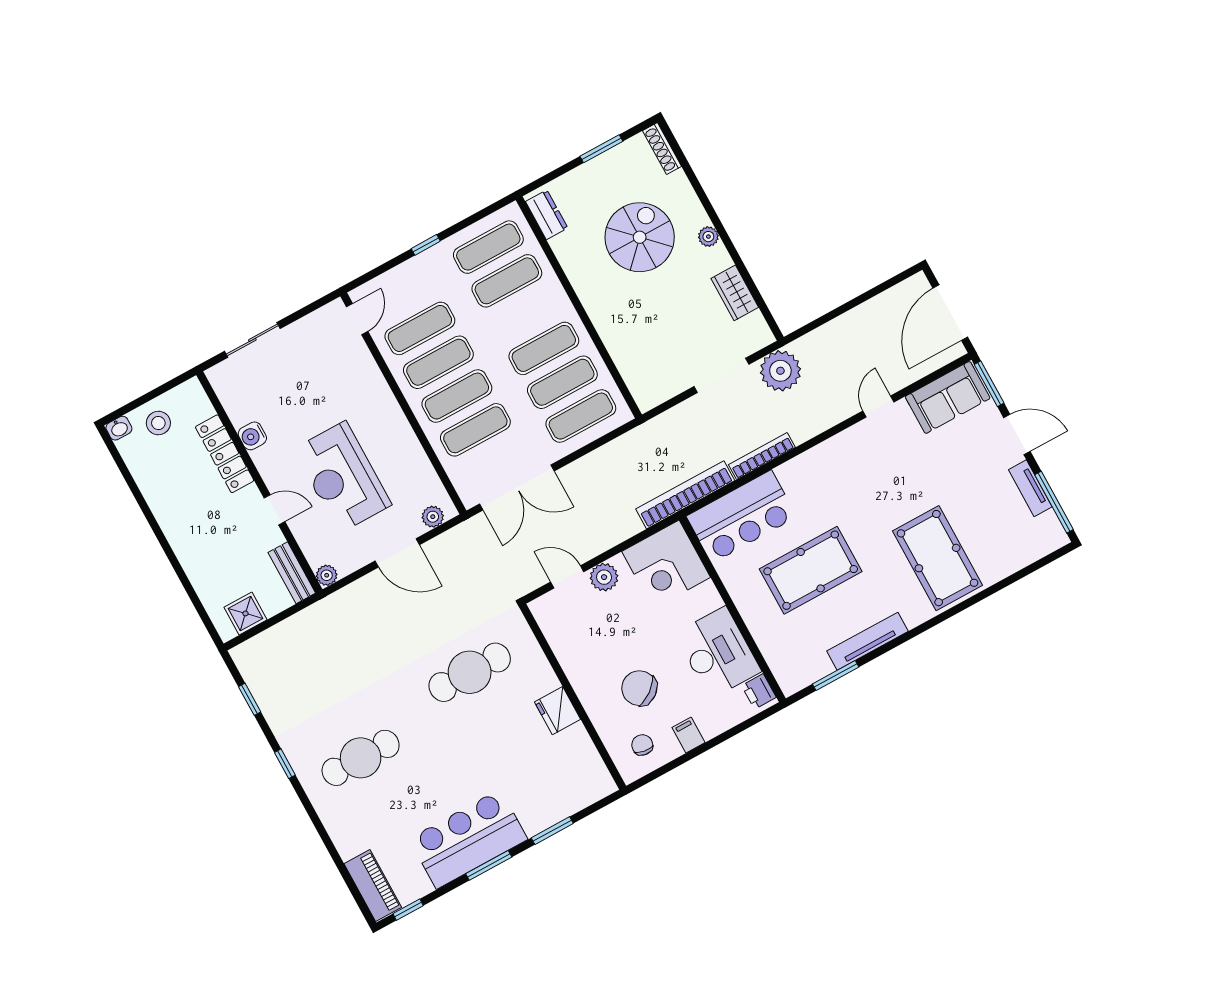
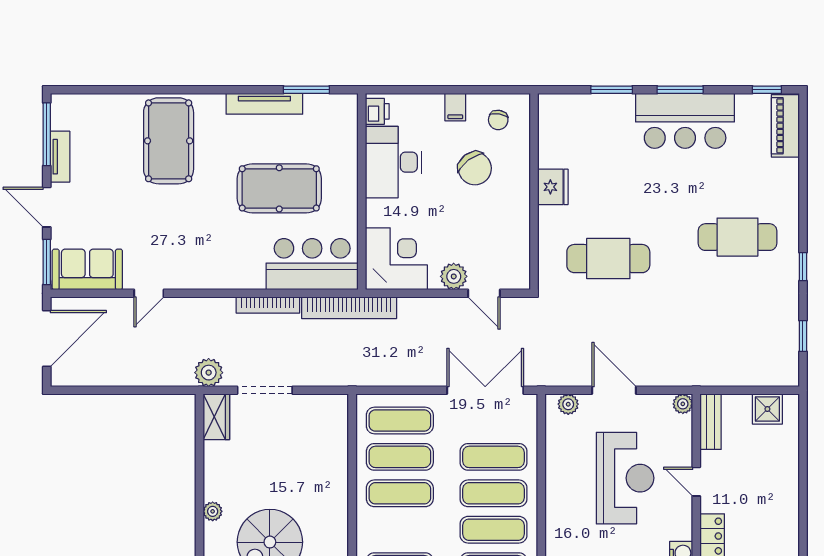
wardrobe: (735, 293) -> (216, 417), moved
plant: (780, 371) -> (209, 373), width x0.73, depth x0.73

